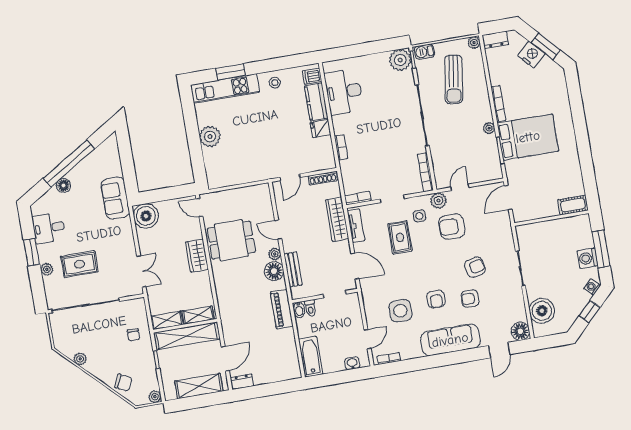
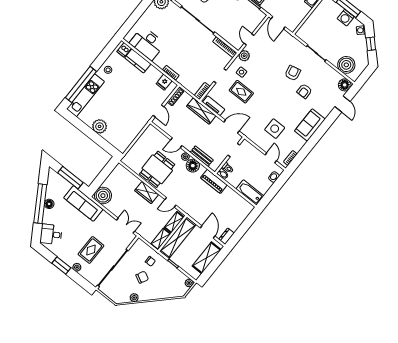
window: (231, 72) -> (81, 84), width x2.11
fridge: (320, 129) -> (164, 82), moved
window: (128, 164) -> (70, 178), added
floor lamp: (64, 185) -> (49, 204), moved
sofa: (115, 198) -> (83, 203), width x1.36
door: (199, 207) -> (170, 202), moved
armchair: (452, 227) -> (263, 63), removed
desk: (49, 228) -> (51, 234), moved, turned 58
armchair: (436, 299) -> (287, 107), removed
sofa: (450, 340) -> (310, 125), width x0.73
chair: (123, 383) -> (142, 277), moved

